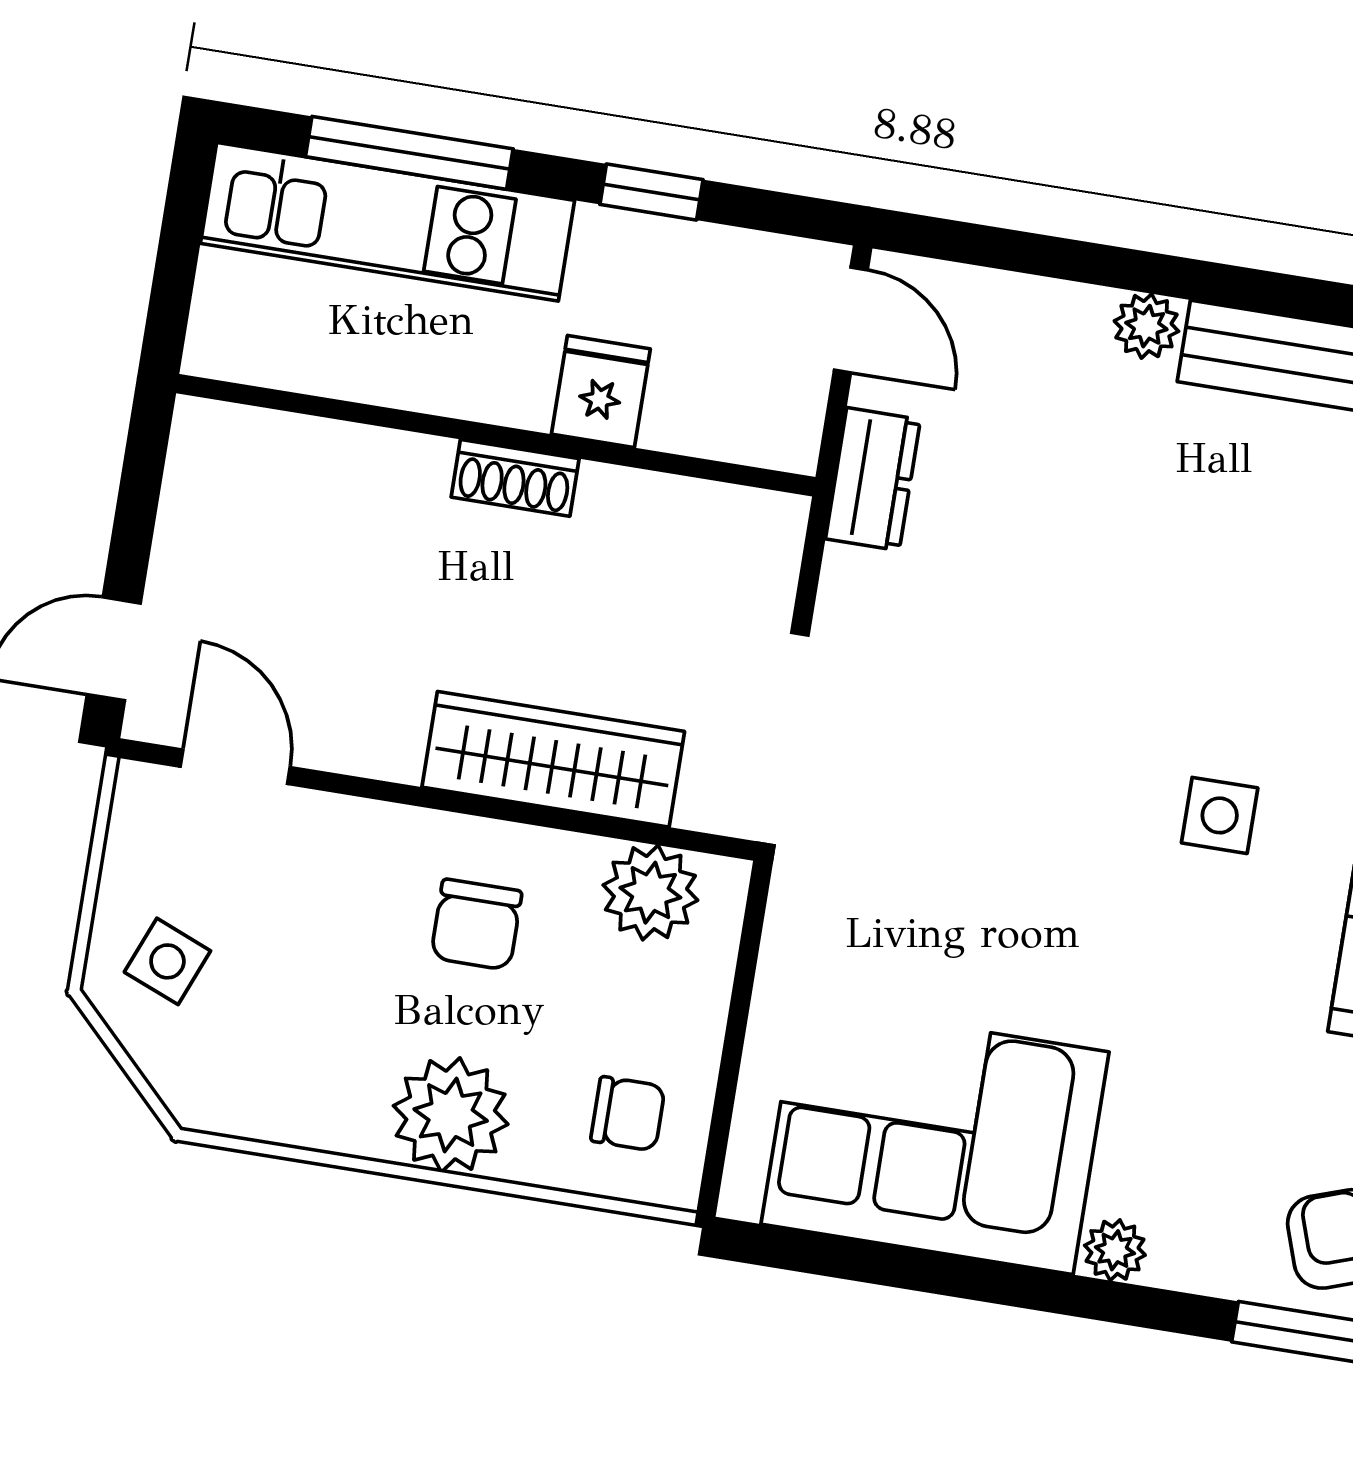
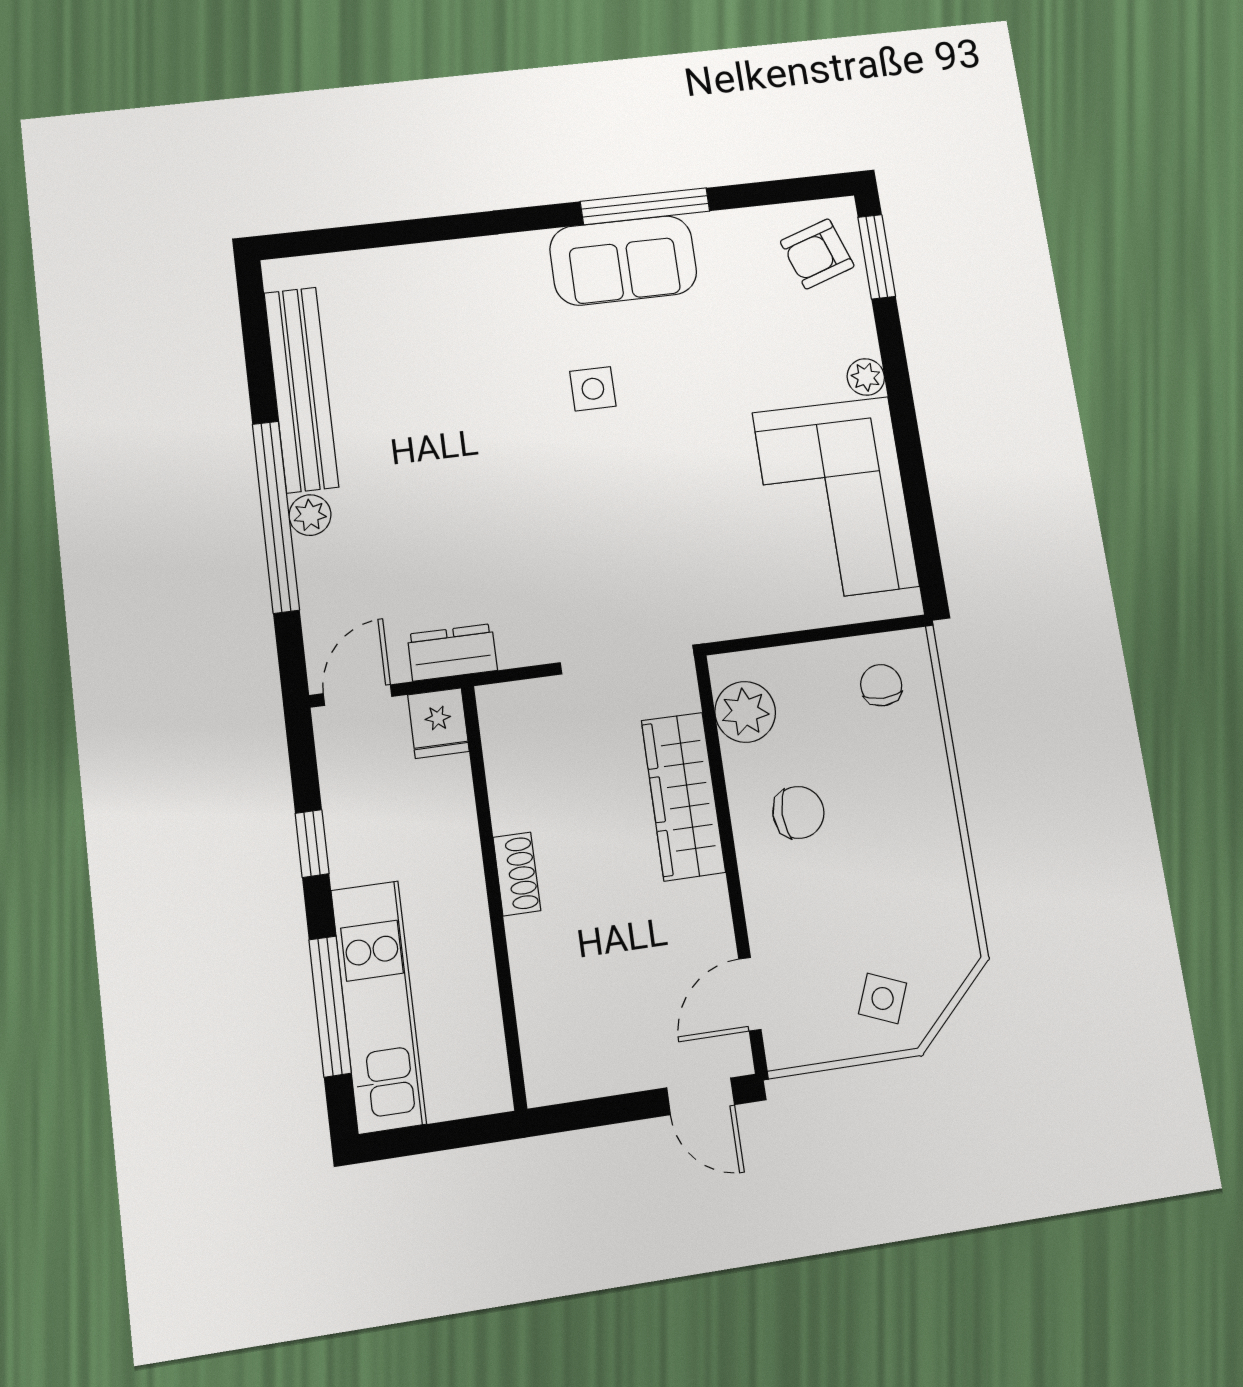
window: (1159, 274) -> (276, 517), added
fridge: (601, 391) -> (438, 723), moved, turned -90
plant: (451, 1115) -> (917, 792), removed

